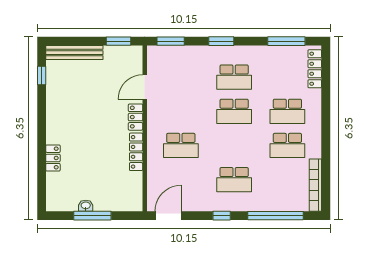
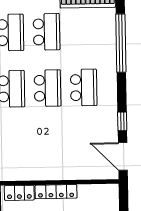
school desk: (181, 145) -> (48, 88), moved
window: (222, 216) -> (122, 121), moved

